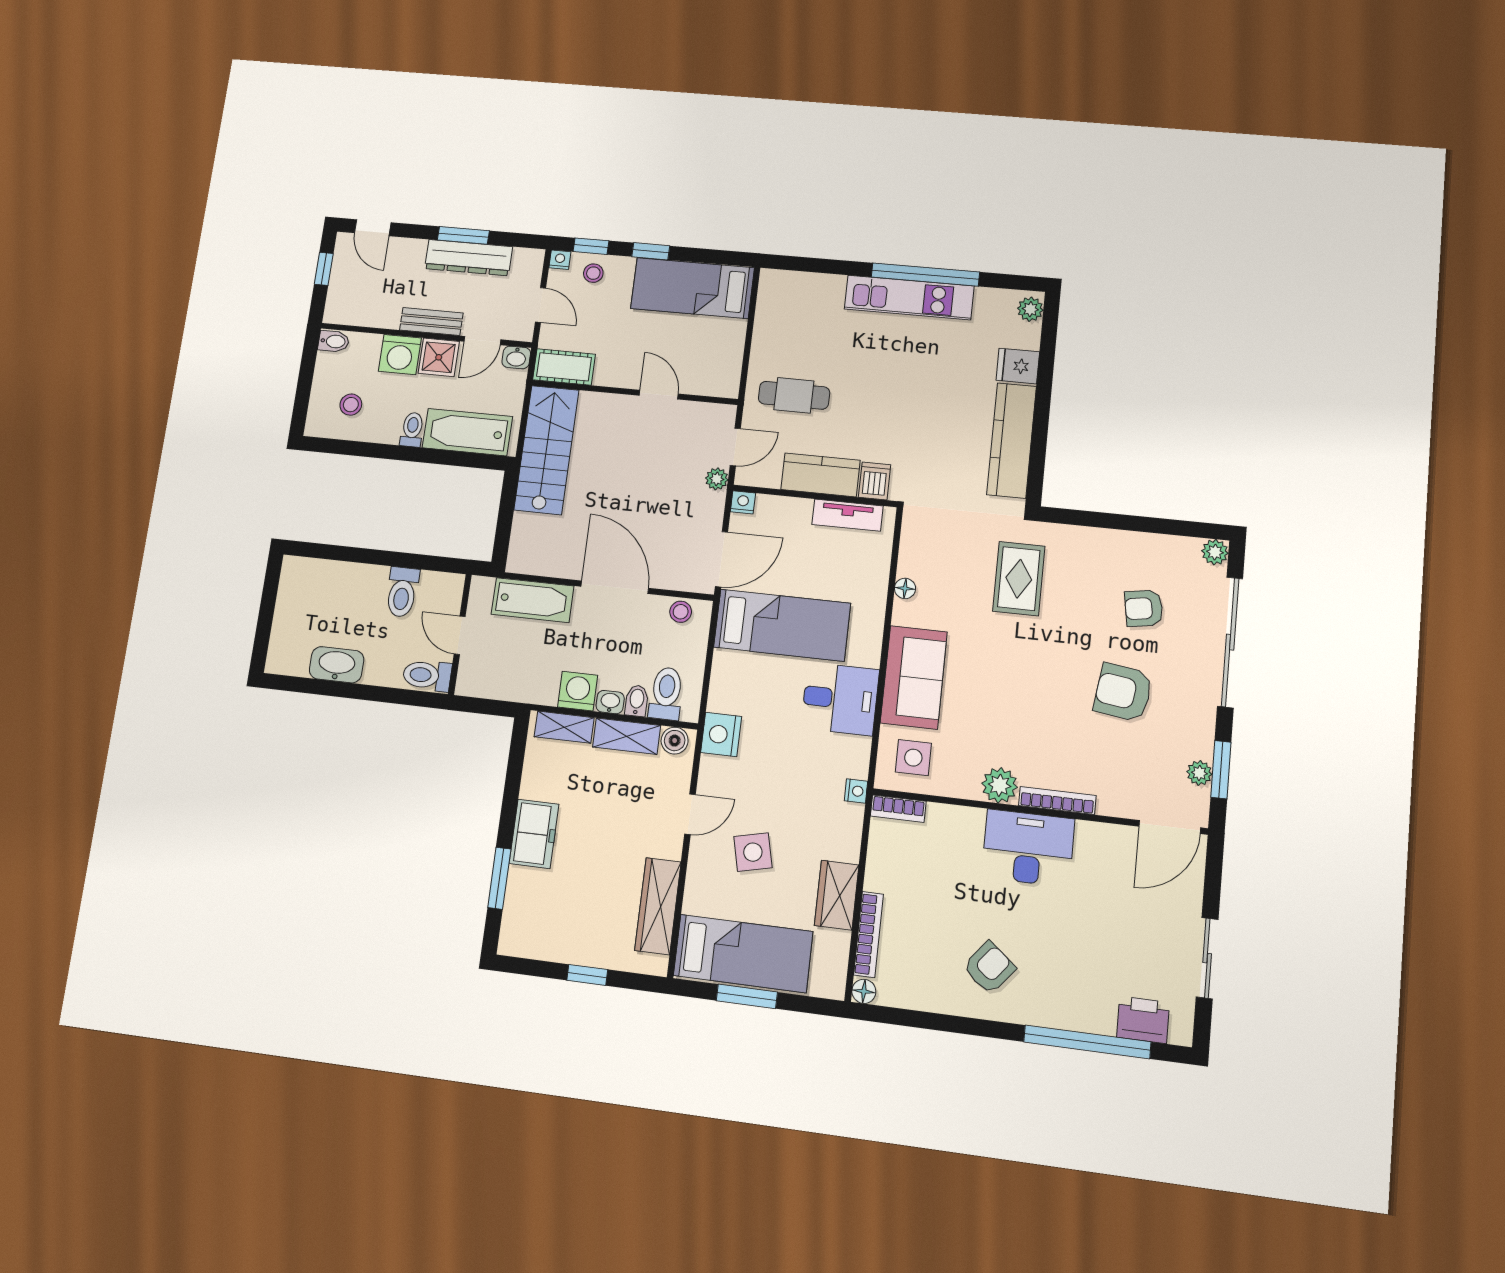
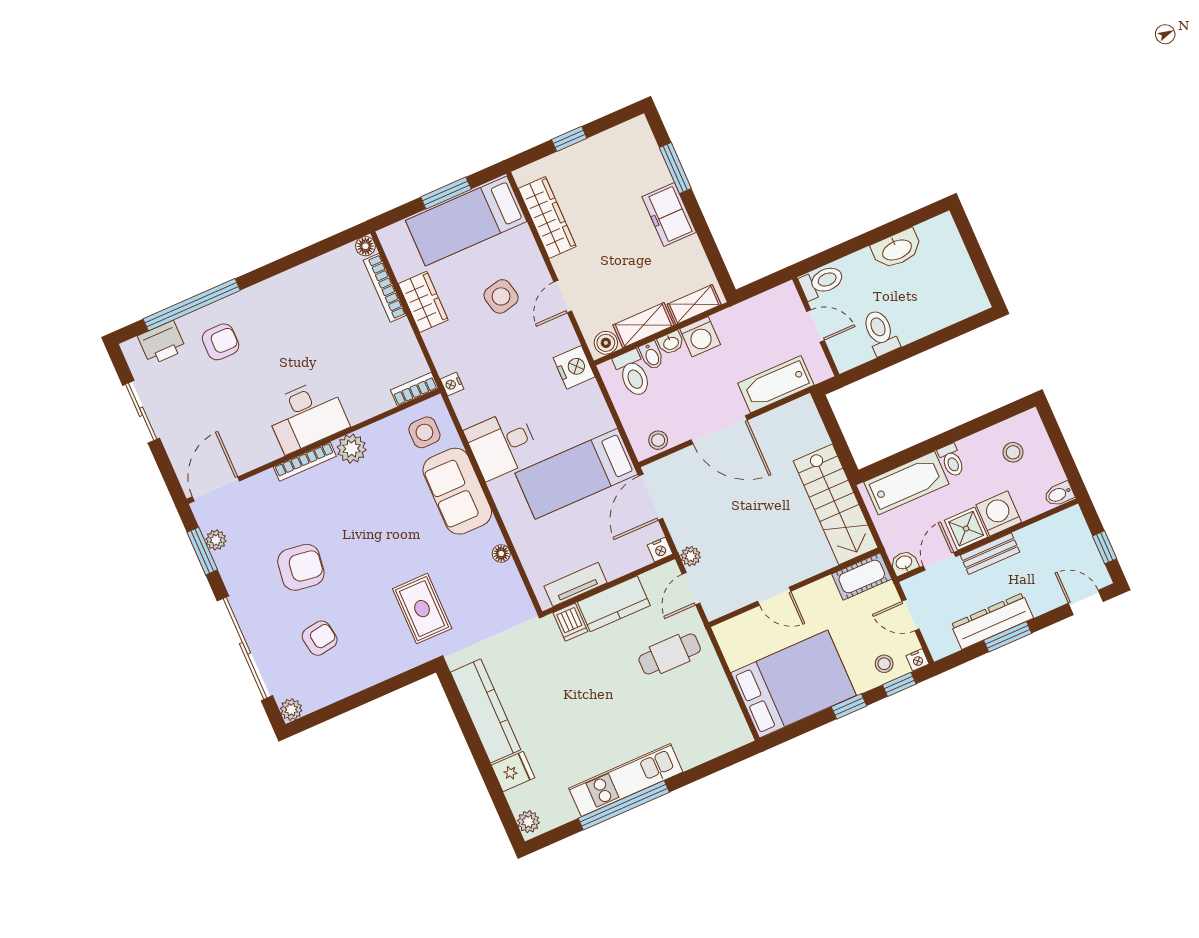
bed: (692, 288) -> (794, 684), width x1.50
armchair: (989, 968) -> (221, 342), moved, turned -129

